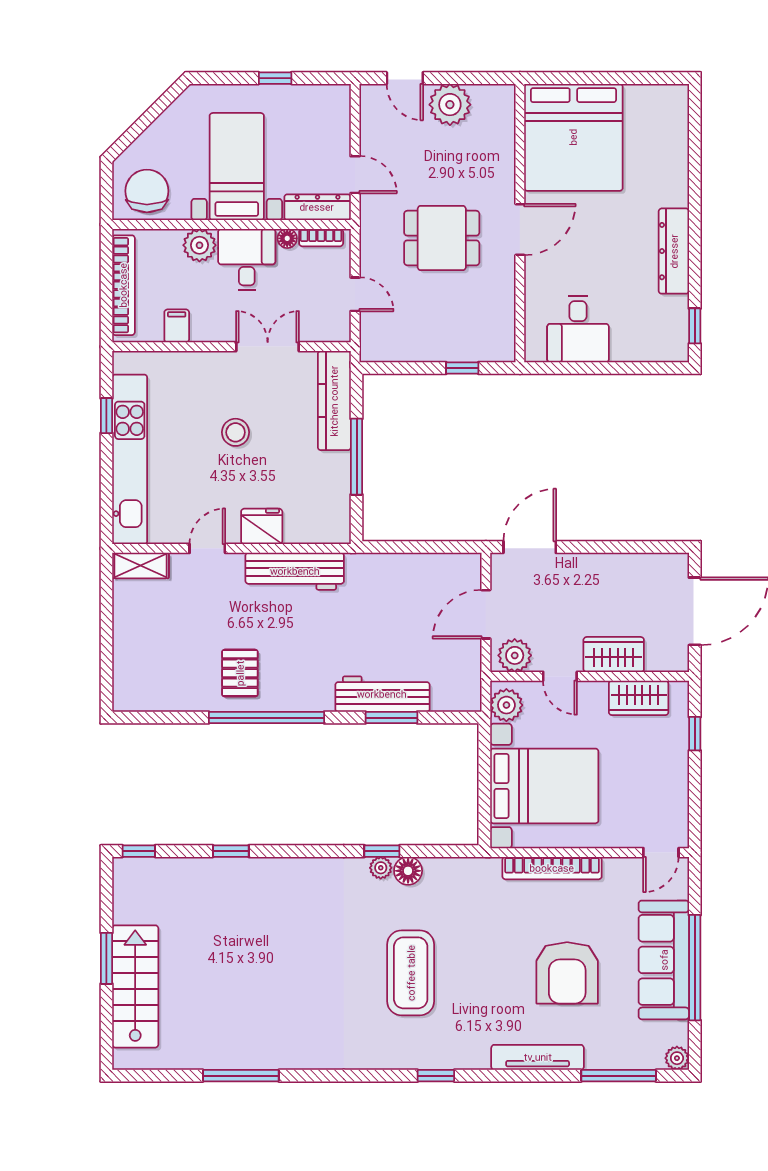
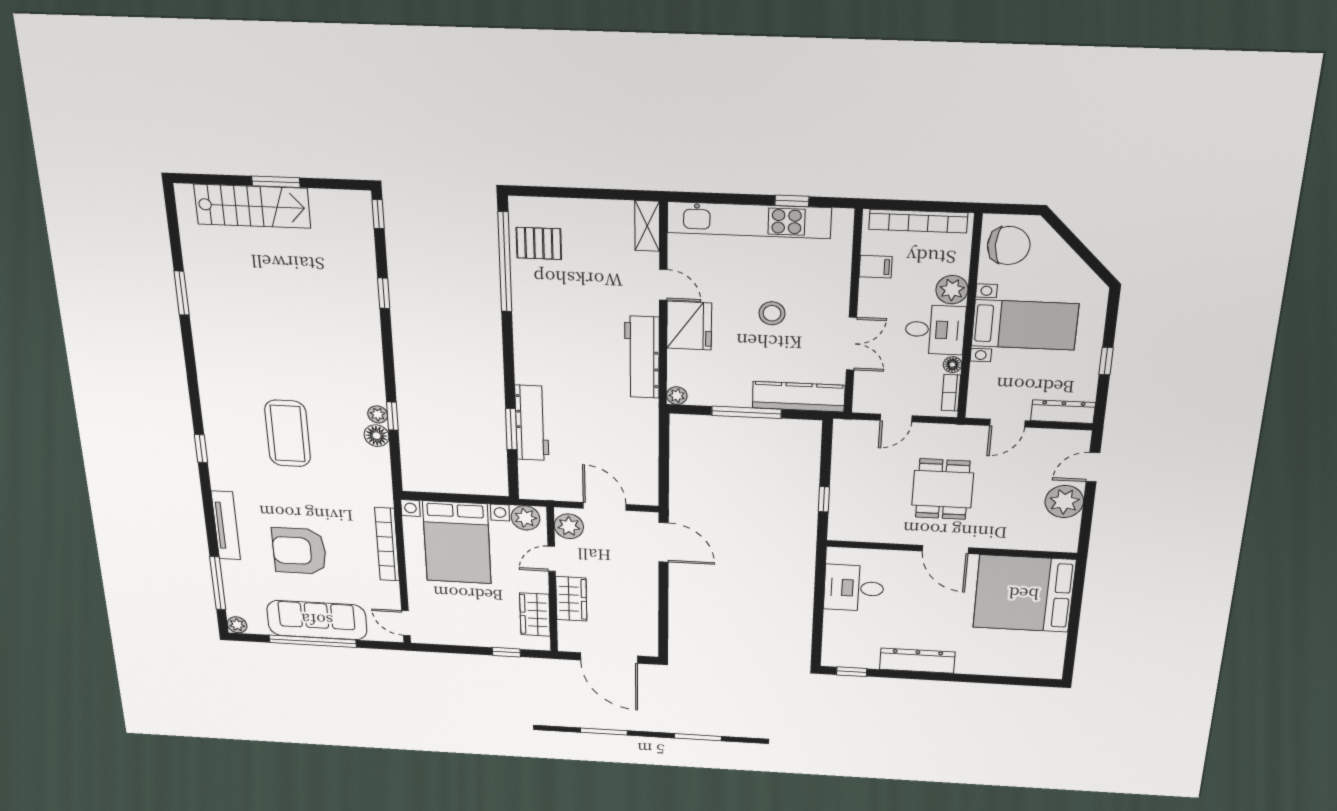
dresser: (317, 207) -> (1063, 412), moved, turned -90
fridge: (262, 526) -> (689, 326), width x1.36, depth x1.34
plant: (340, 533) -> (677, 396), added
pallet: (240, 673) -> (539, 243), moved
window: (267, 718) -> (505, 262), moved
coffee table: (411, 973) -> (288, 433), turned 90
window: (241, 1076) -> (182, 293), width x0.69

